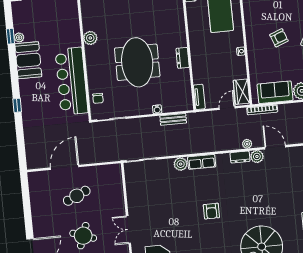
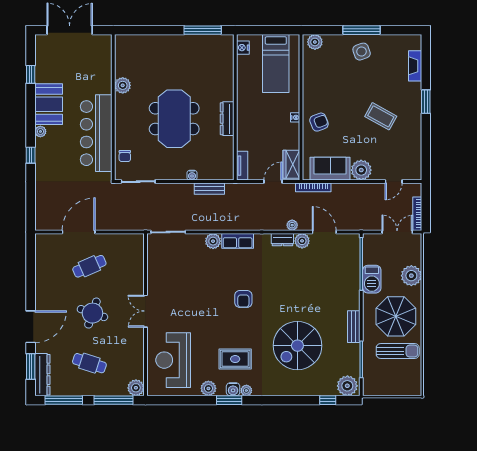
plant: (19, 37) -> (40, 131), moved
armchair: (279, 38) -> (319, 122), moved
dresser: (183, 58) -> (227, 119), width x1.44

